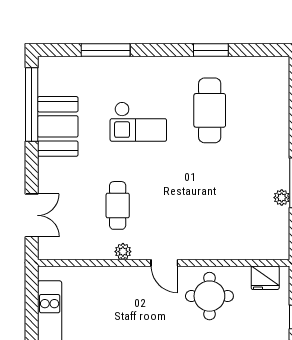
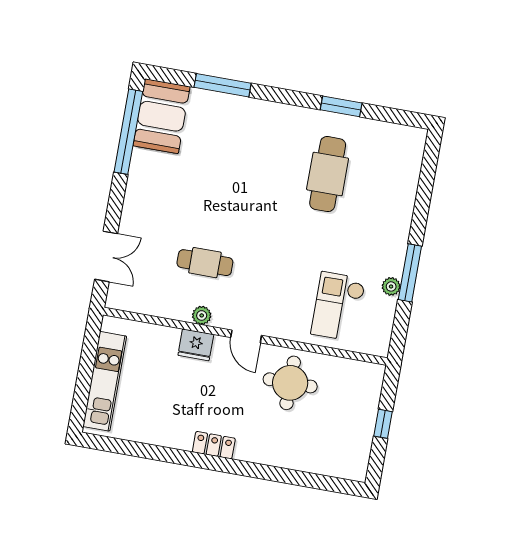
checkout: (138, 122) -> (338, 306), moved, turned 90
booth: (58, 126) -> (161, 116), moved
cafe table: (118, 205) -> (205, 263), turned 90
fridge: (265, 278) -> (196, 345), moved

